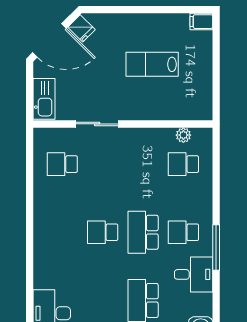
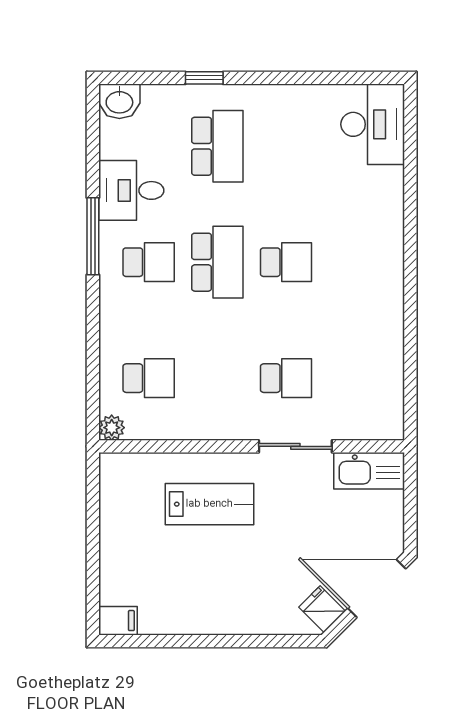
lab bench: (152, 64) -> (209, 504), moved
kitchen sink: (44, 99) -> (369, 471), moved, turned -90
plant: (183, 135) -> (112, 428), moved
school desk: (62, 164) -> (286, 378), moved

